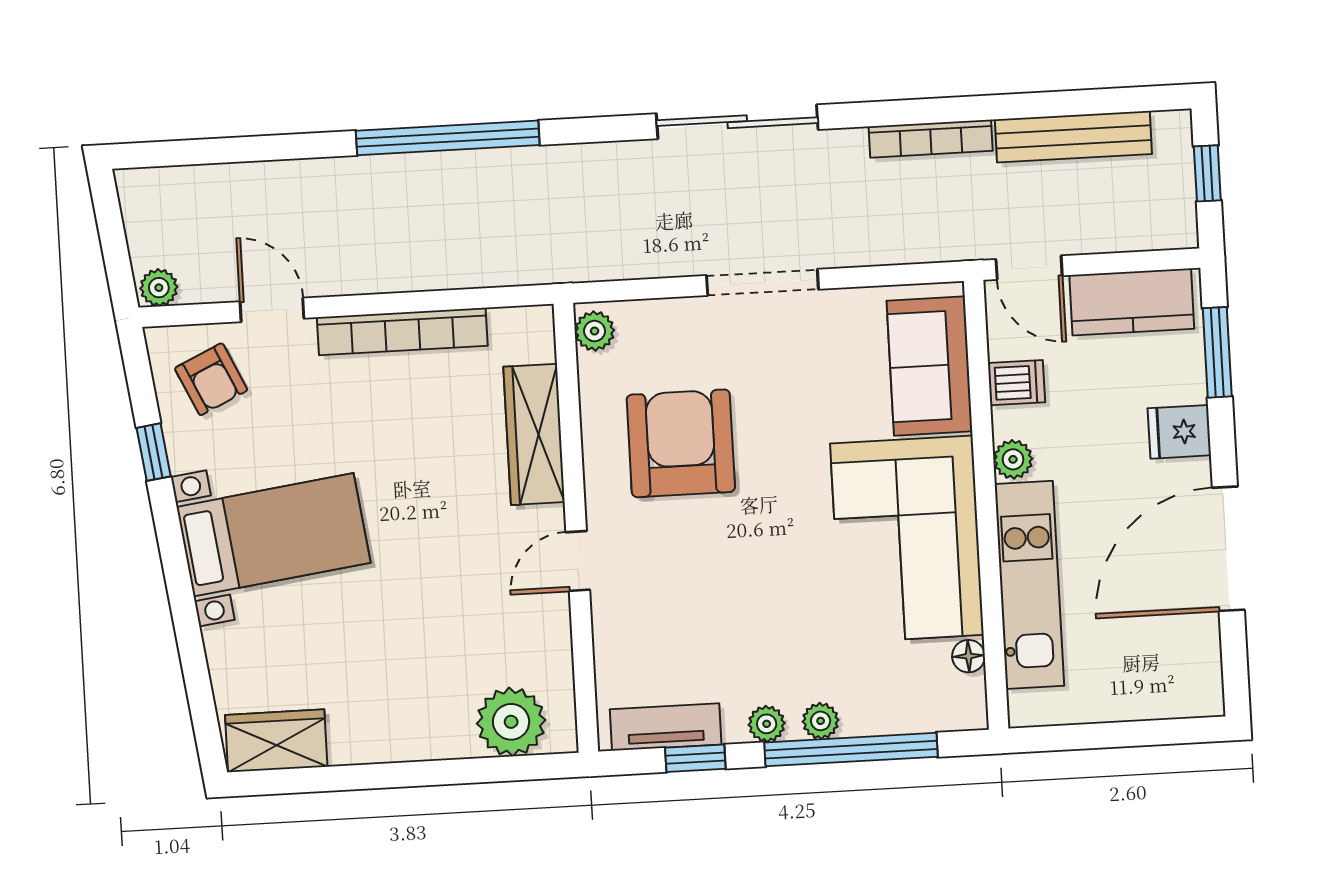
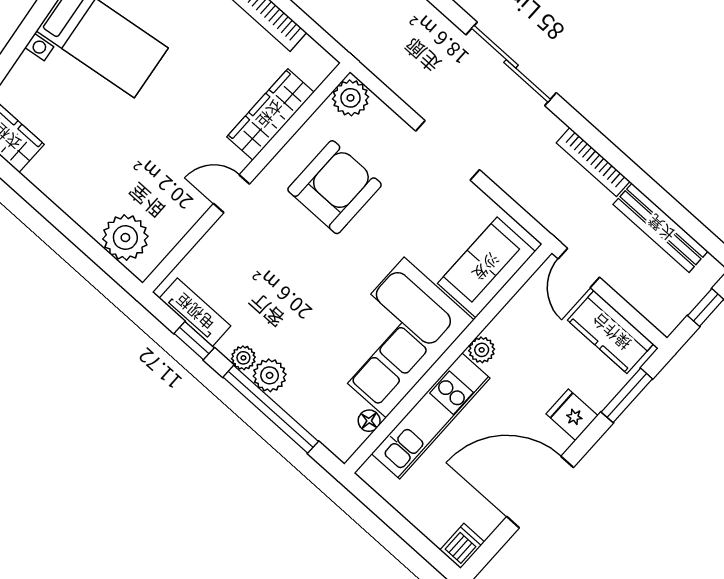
plant: (595, 331) -> (350, 98), width x1.38, depth x1.38
dishwasher: (1016, 383) -> (462, 546), moved, turned -90
plant: (821, 721) -> (270, 375), width x1.38, depth x1.38

